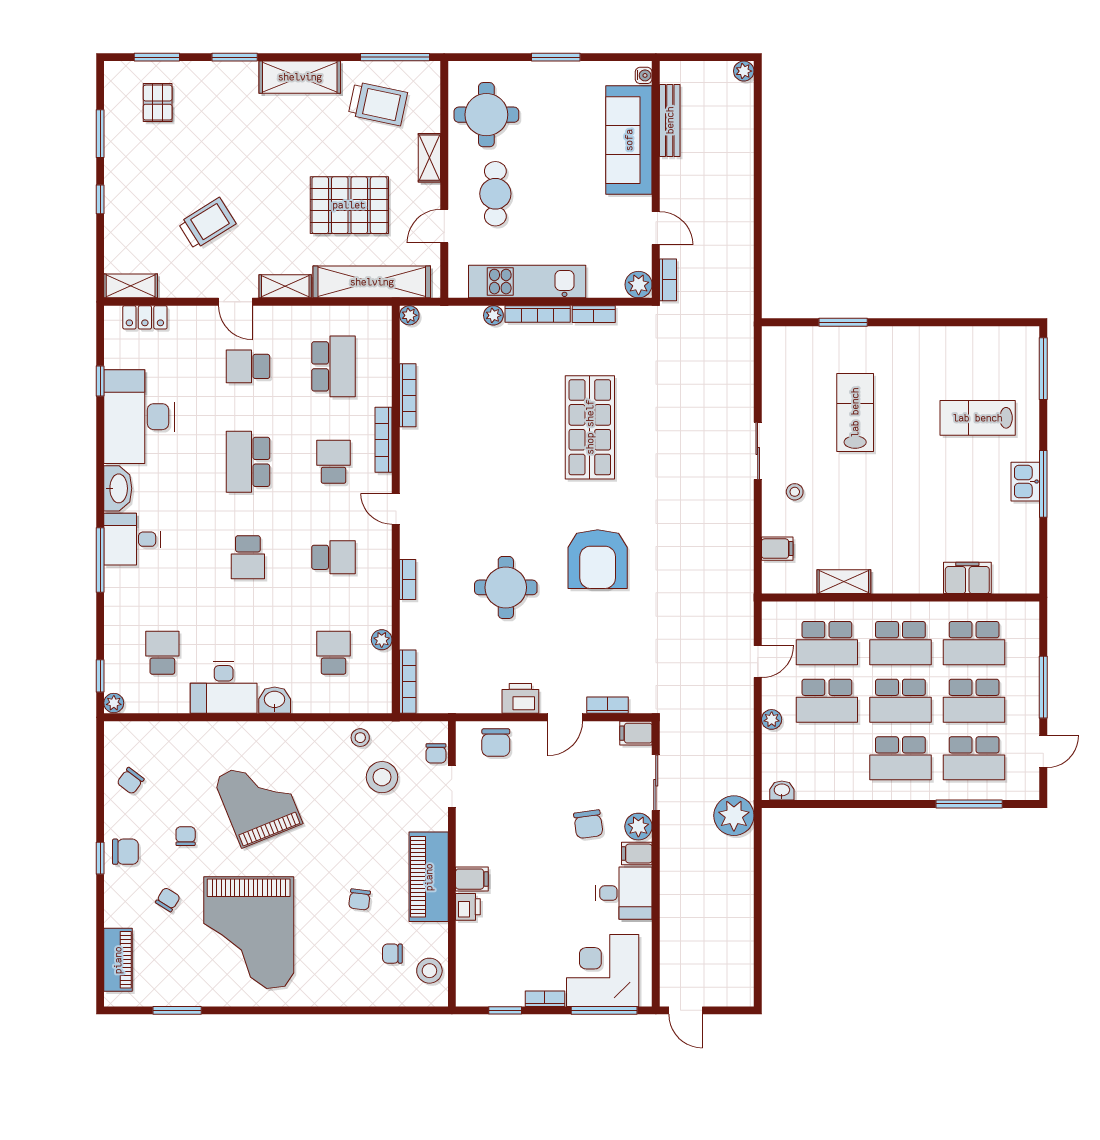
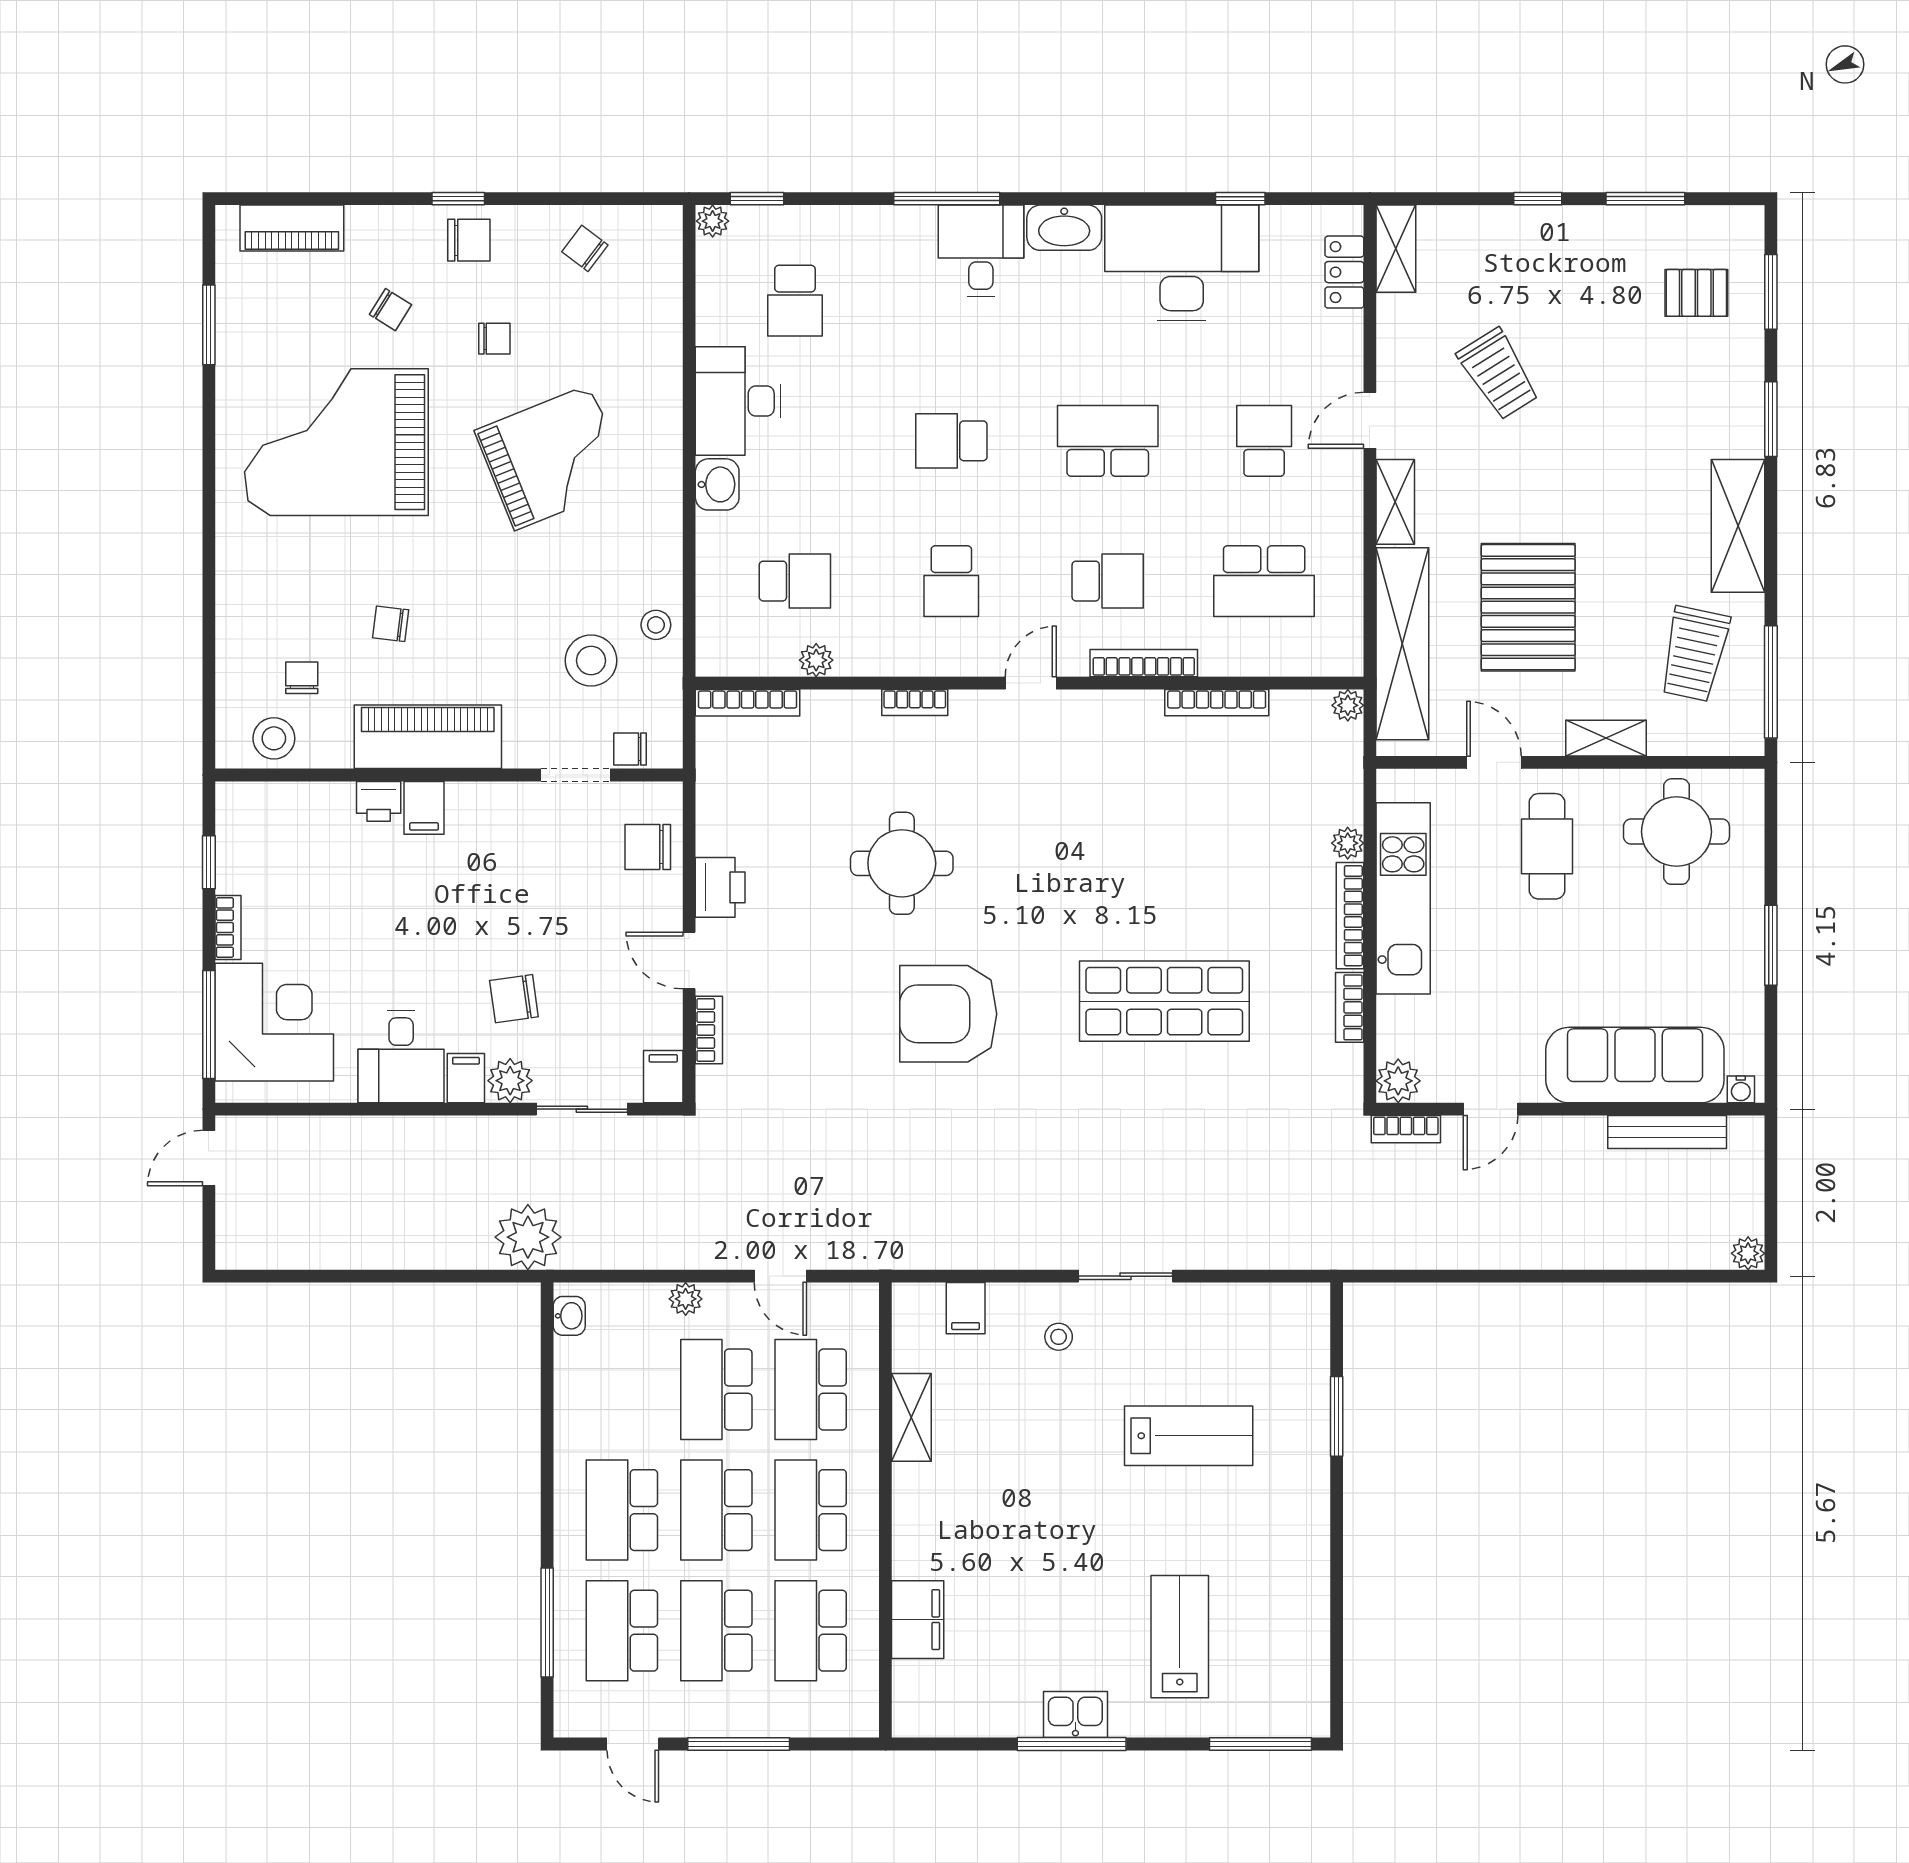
cafe table: (495, 194) -> (1547, 846), turned 90
school desk: (162, 653) -> (795, 301), turned 90
chair: (125, 852) -> (469, 240), turned -90

